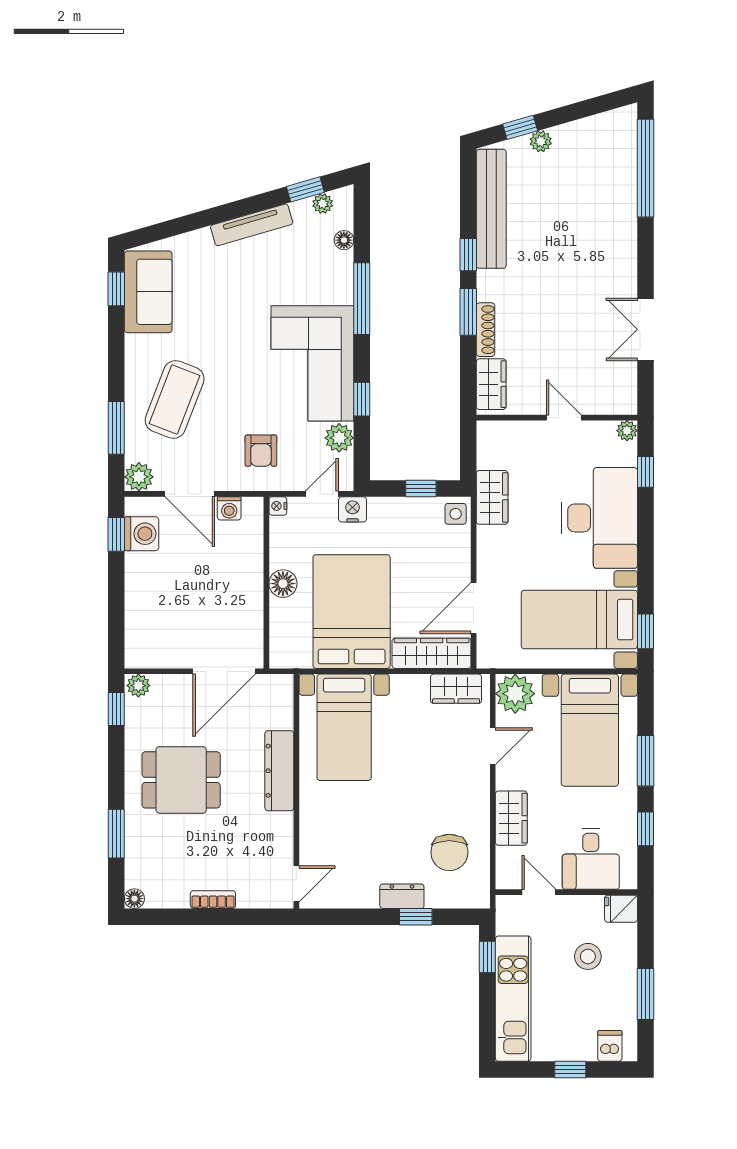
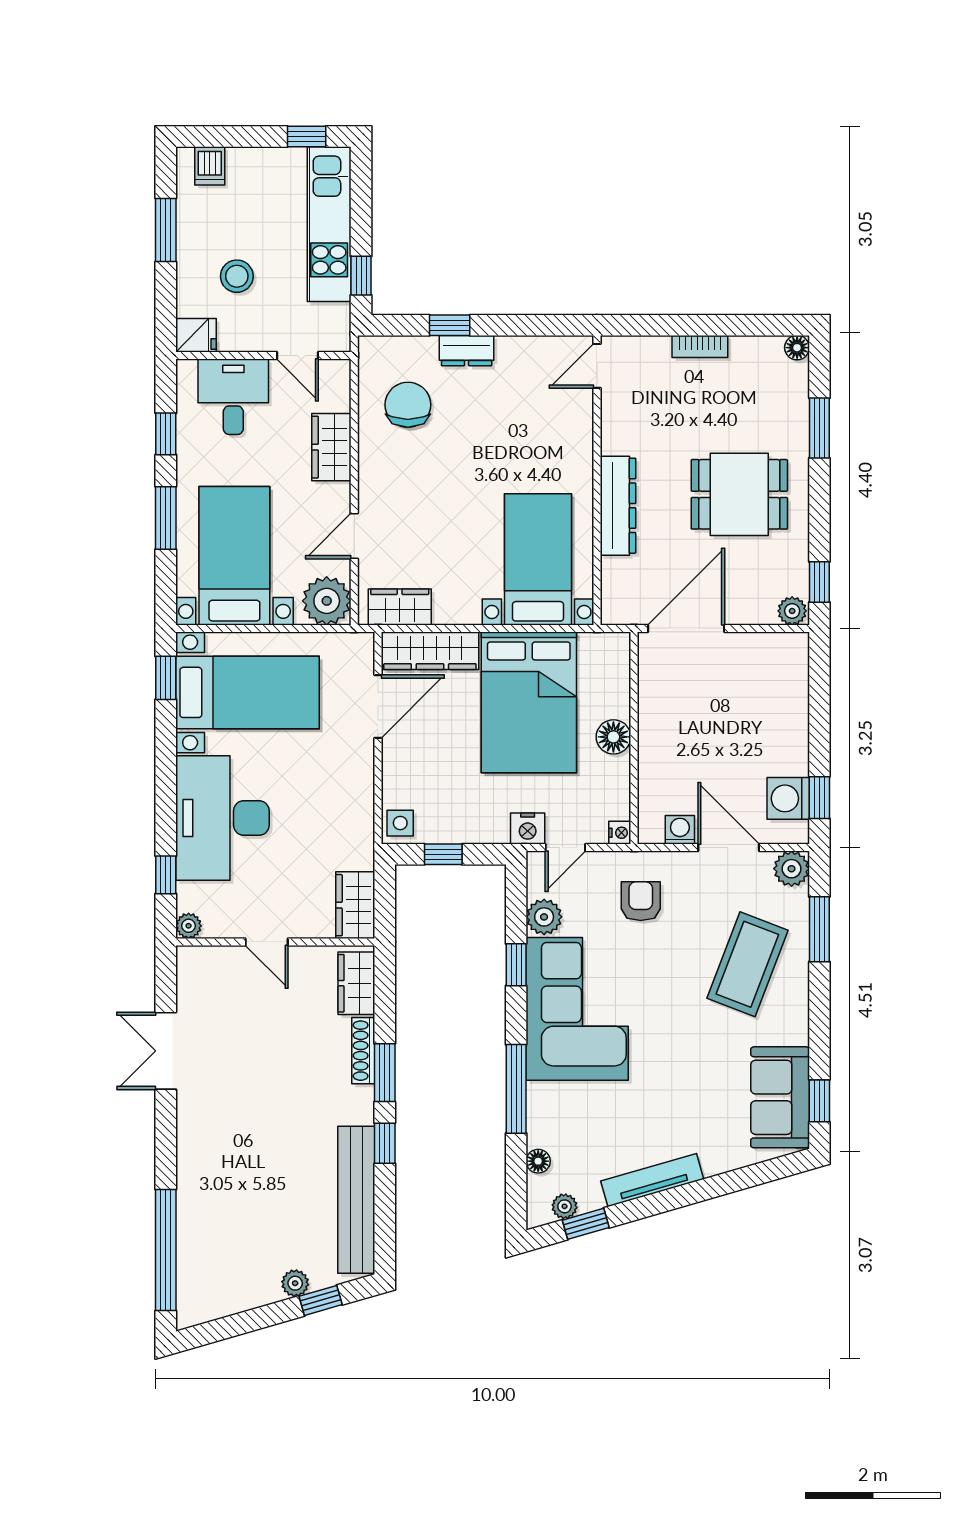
double door: (646, 329) -> (166, 1051), swing flipped
wardrobe: (492, 497) -> (355, 905), moved
window: (570, 1070) -> (307, 137), moved

